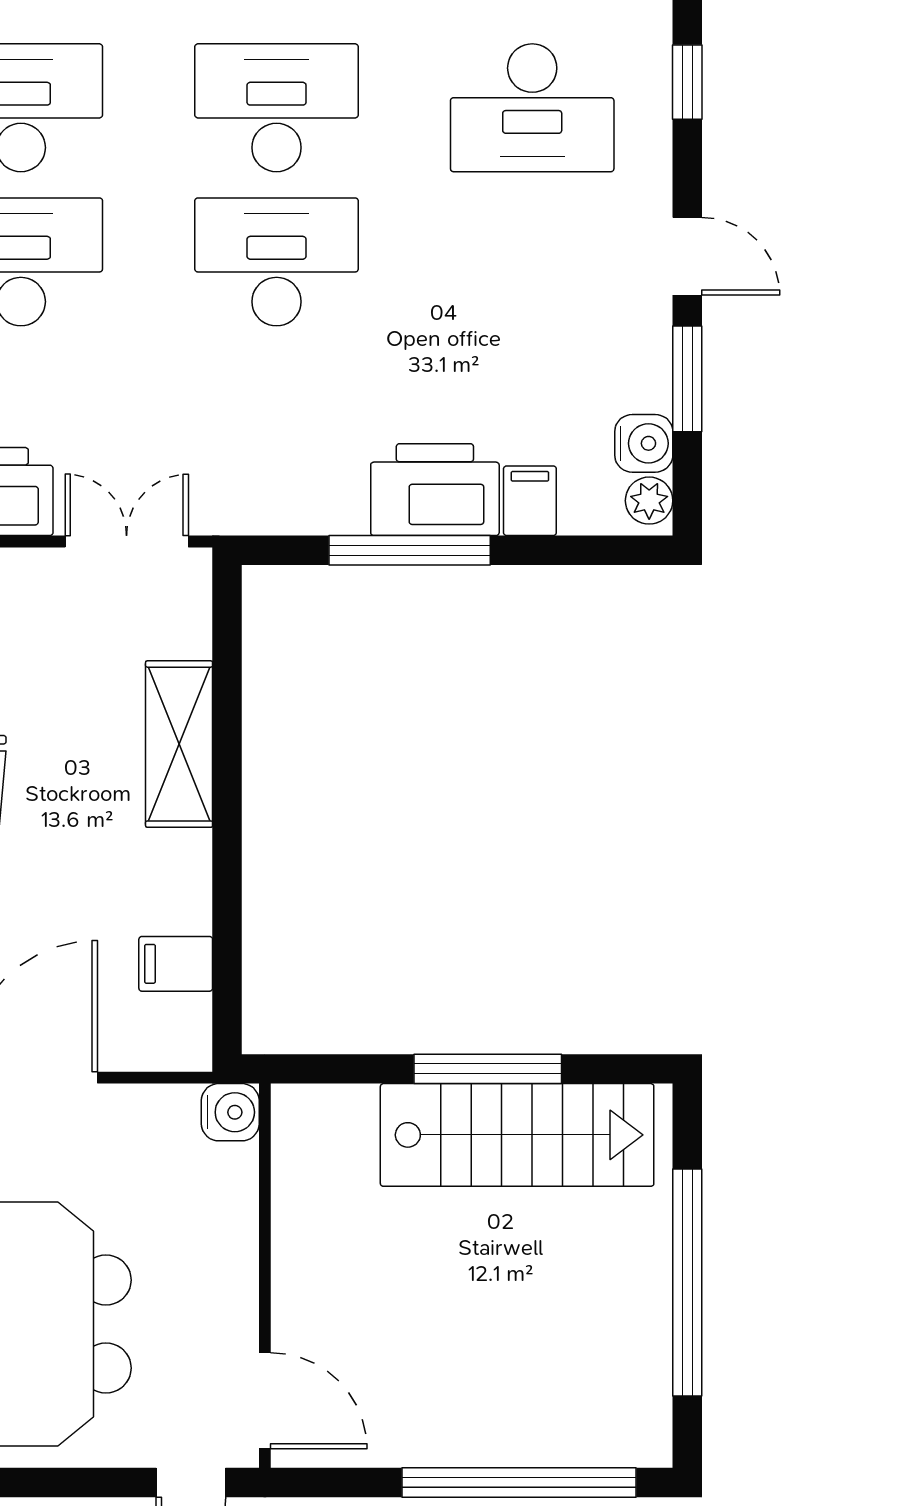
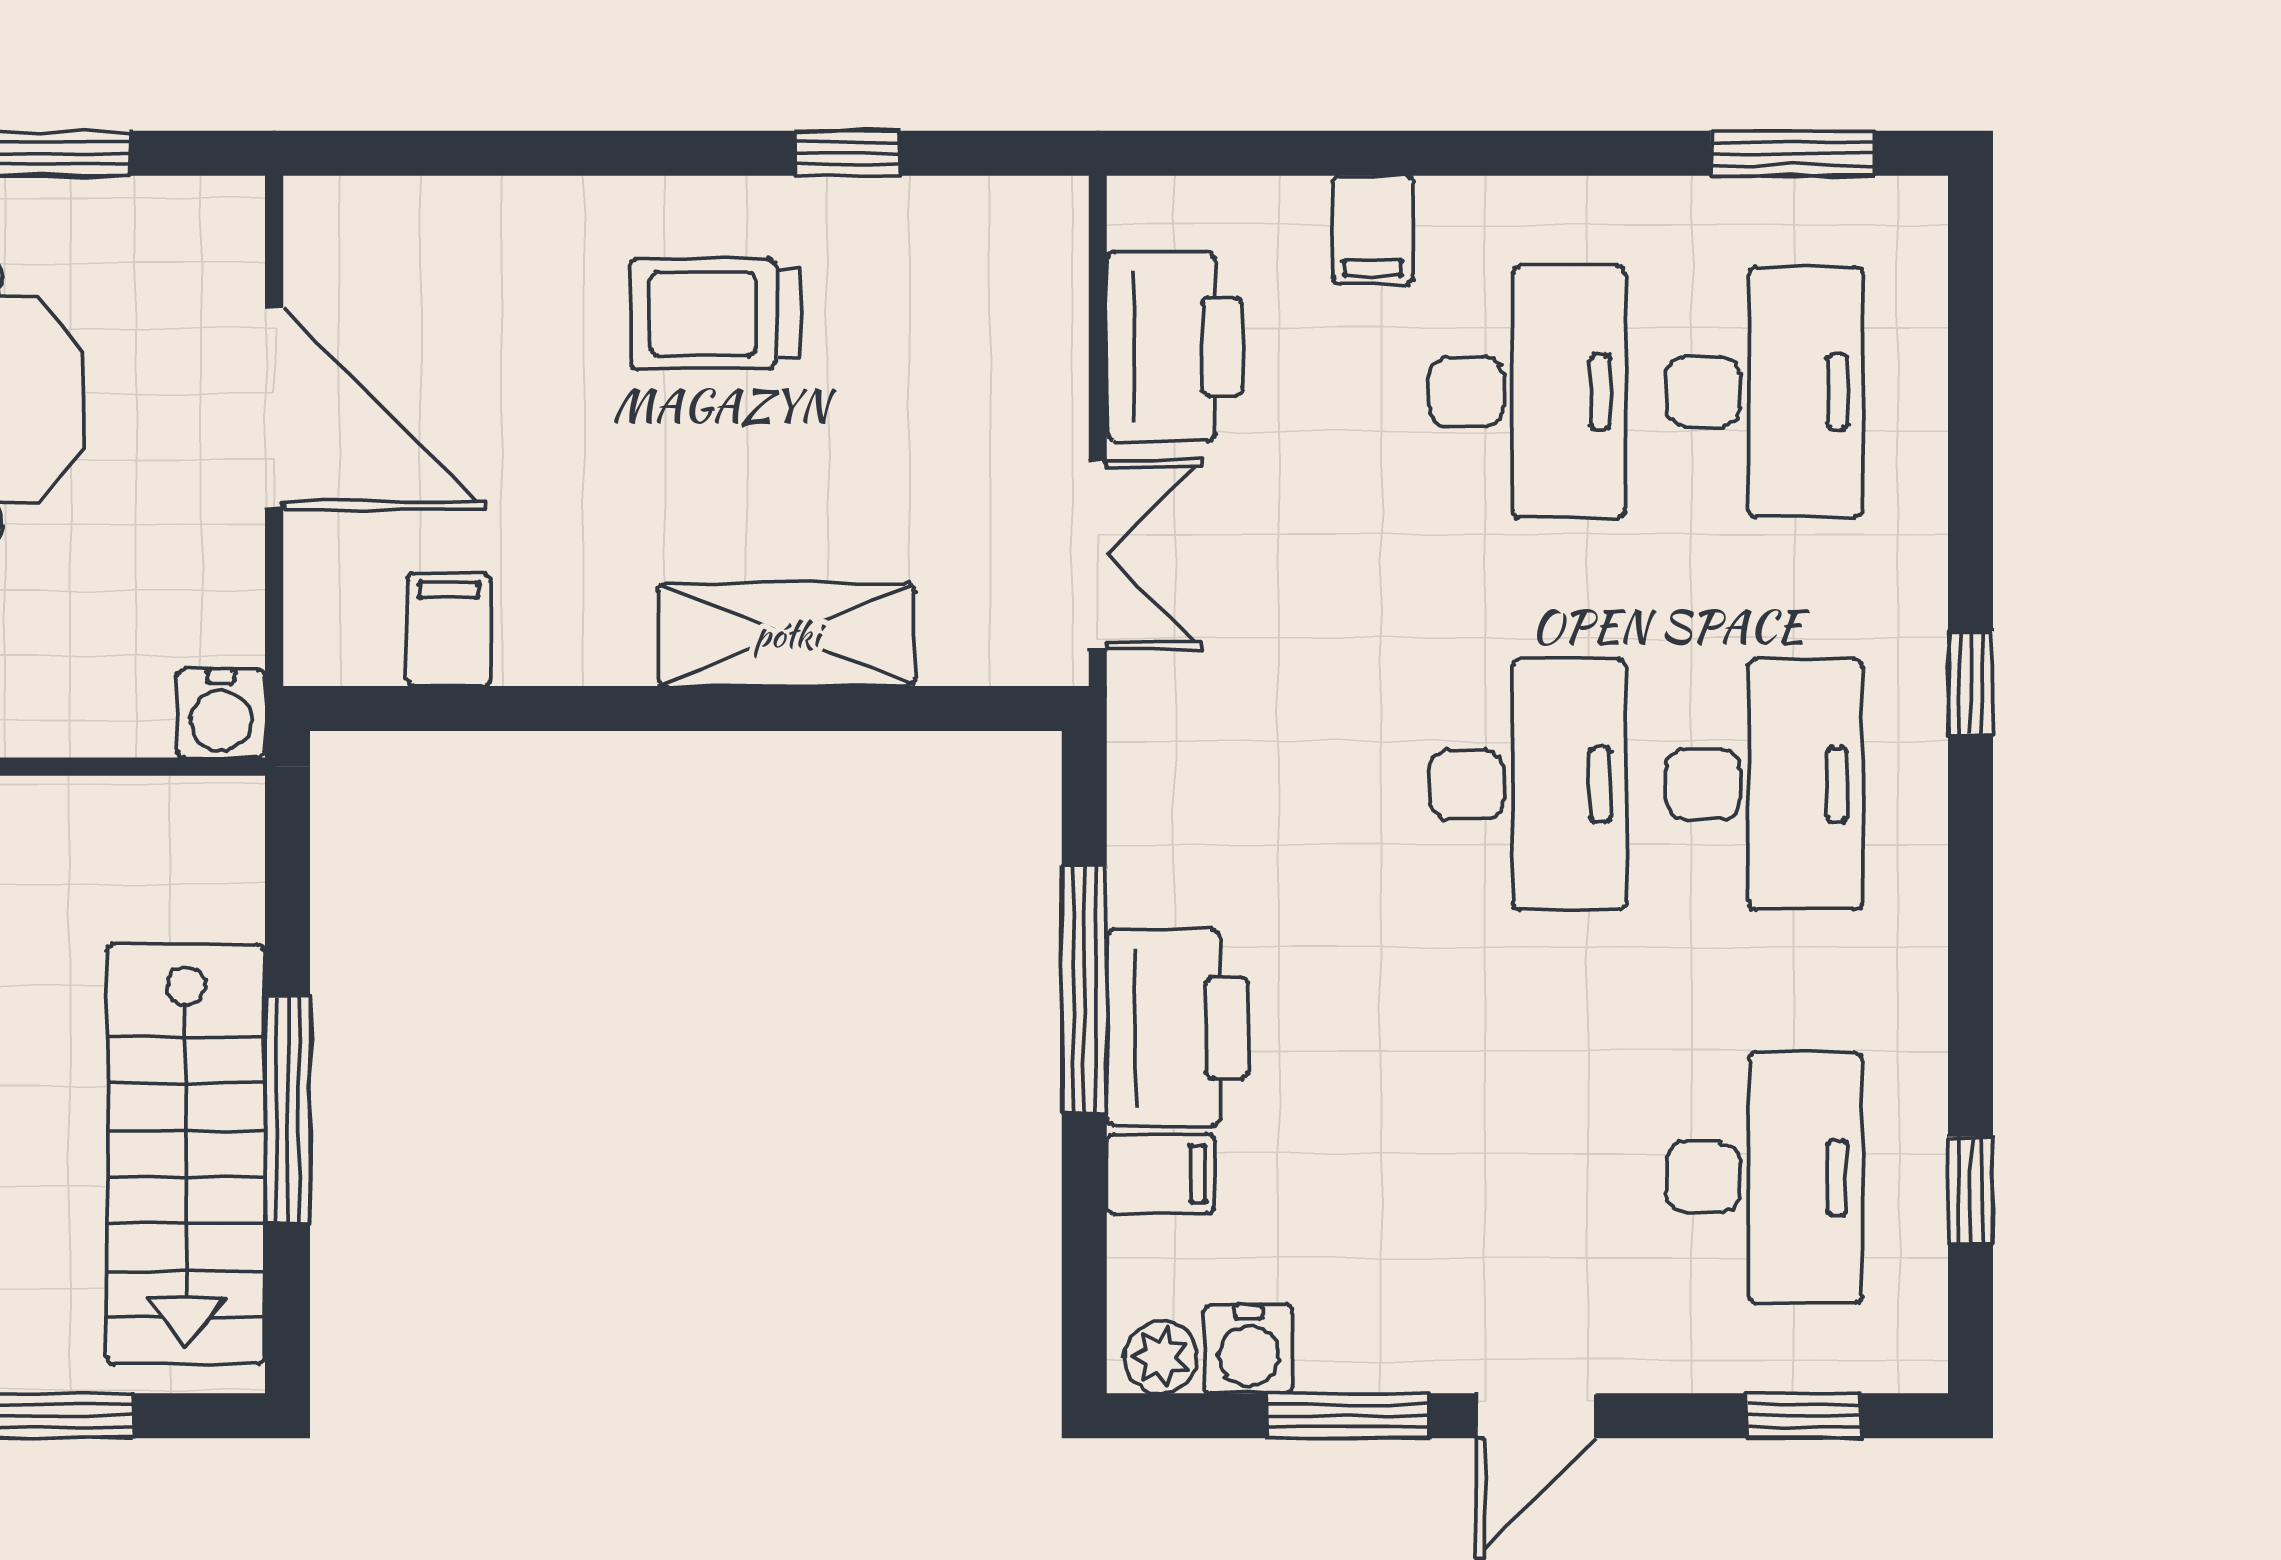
desk: (532, 108) -> (1764, 1177), turned 180

